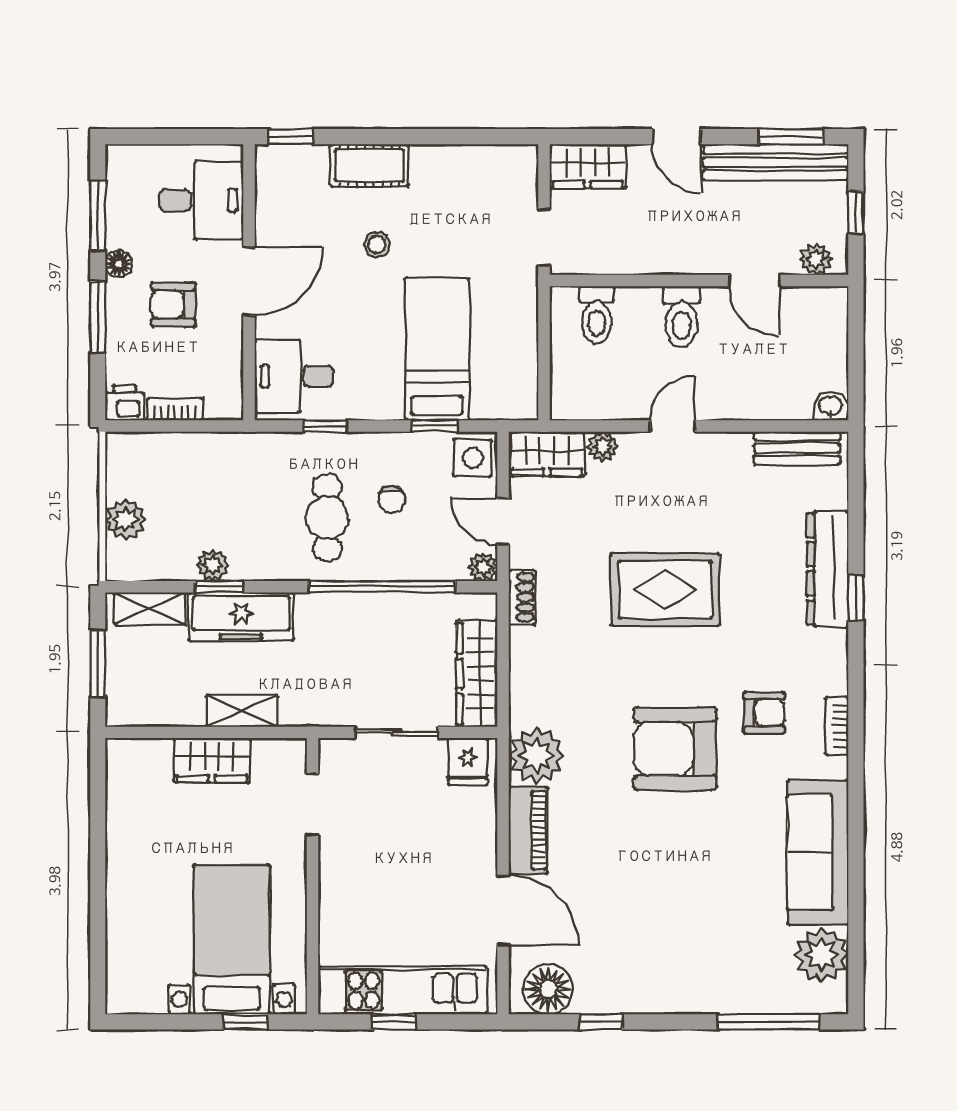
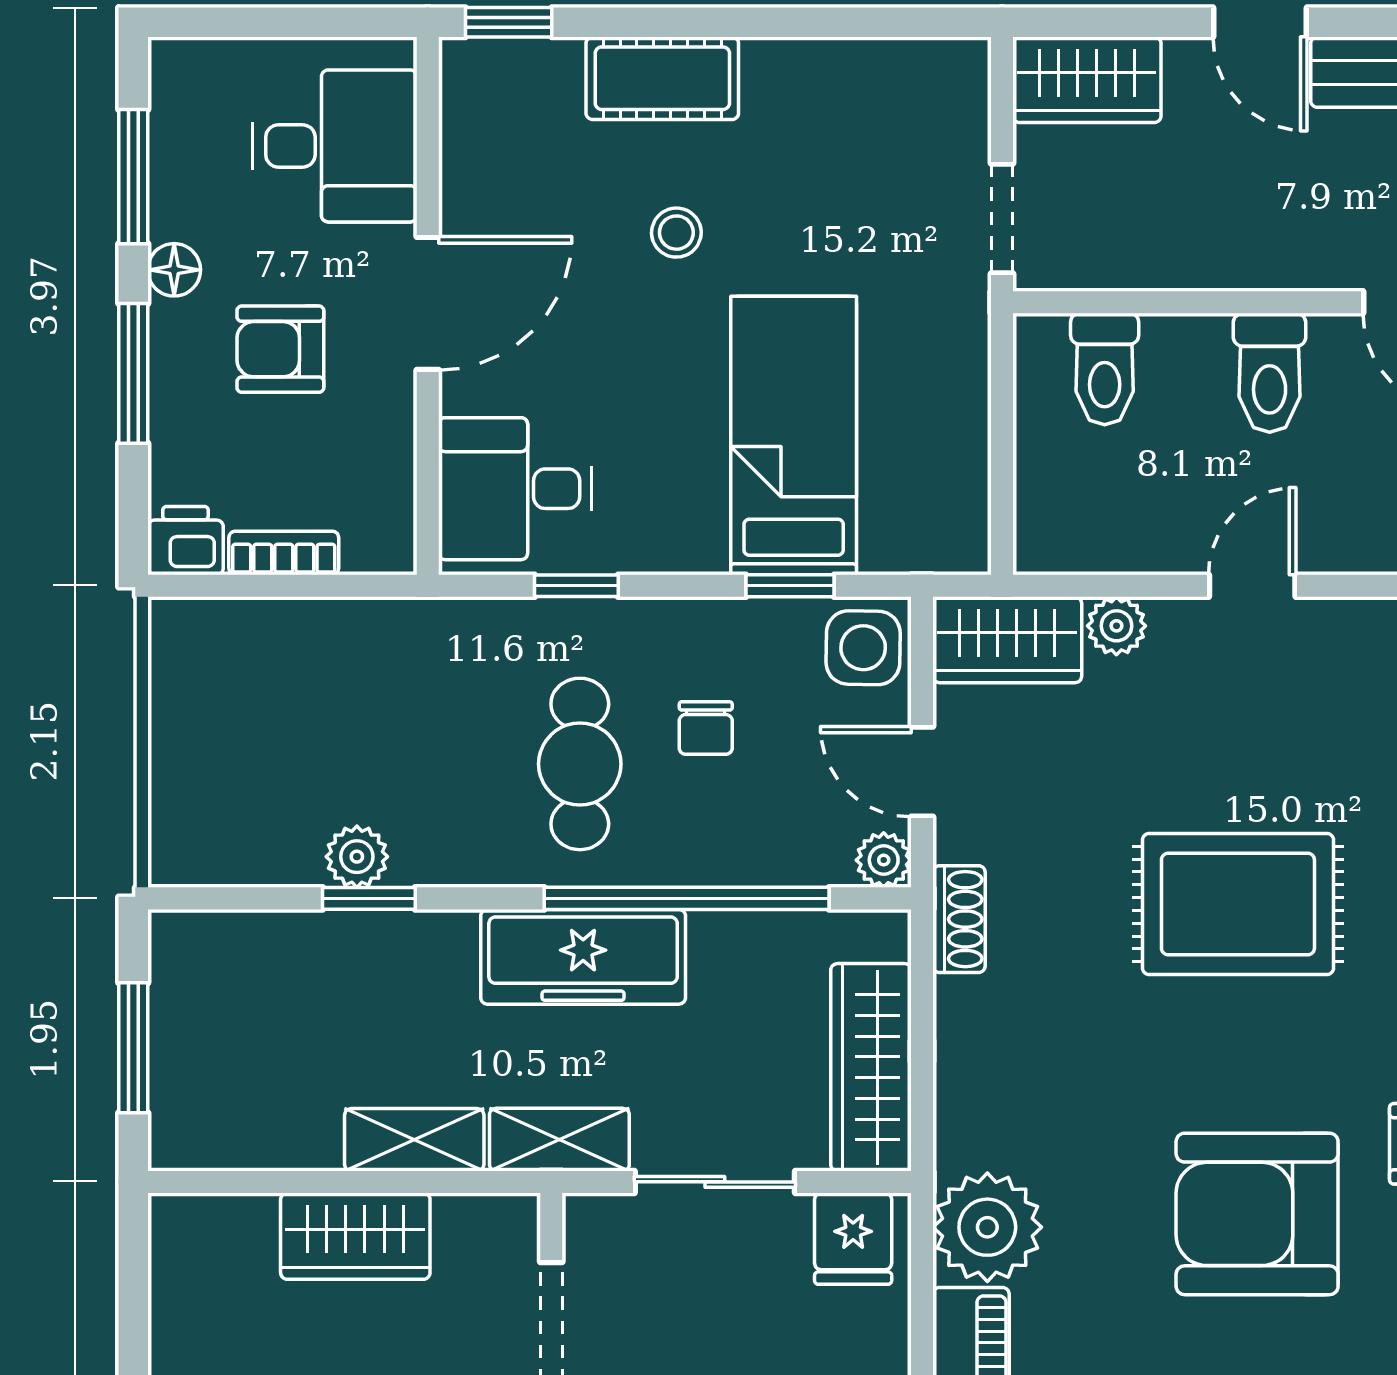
plant: (125, 520) -> (187, 768), removed
shelving: (150, 608) -> (559, 1140), moved
freezer: (241, 617) -> (583, 957), moved

